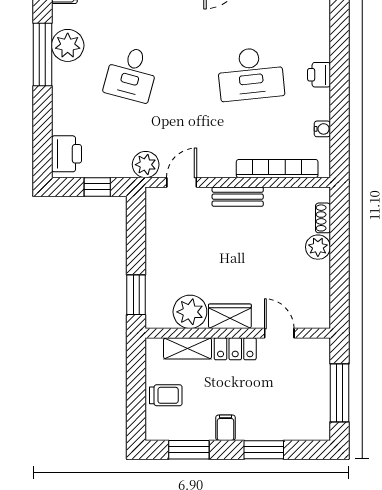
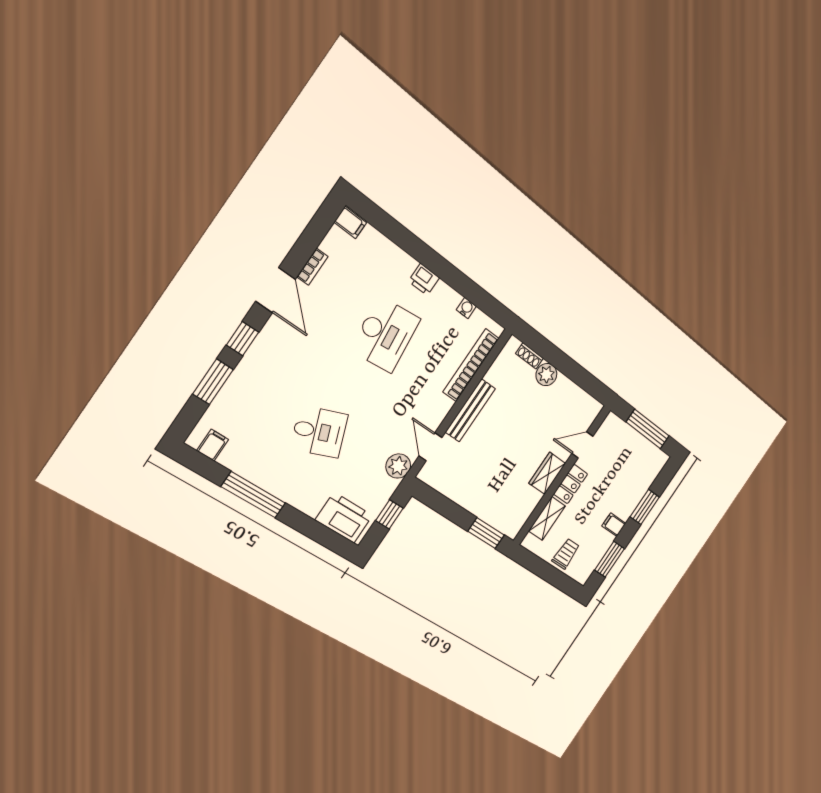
plant: (68, 45) -> (260, 469), removed
desk: (131, 74) -> (319, 432), turned -36
printer: (66, 154) -> (344, 518), width x1.37, depth x1.19
bench: (238, 197) -> (470, 410), width x1.36
plant: (190, 312) -> (524, 501), removed

